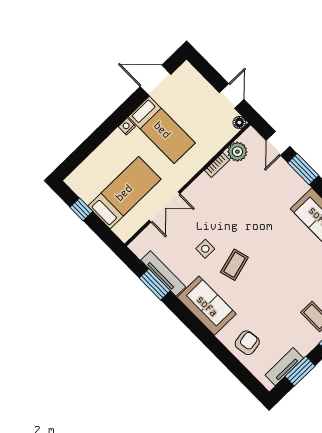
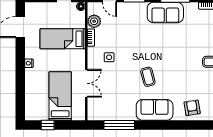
bed: (162, 130) -> (63, 39), moved, turned 180
side table: (205, 249) -> (109, 57), moved
tv unit: (163, 273) -> (118, 116), removed
window: (155, 284) -> (119, 125), width x1.44

